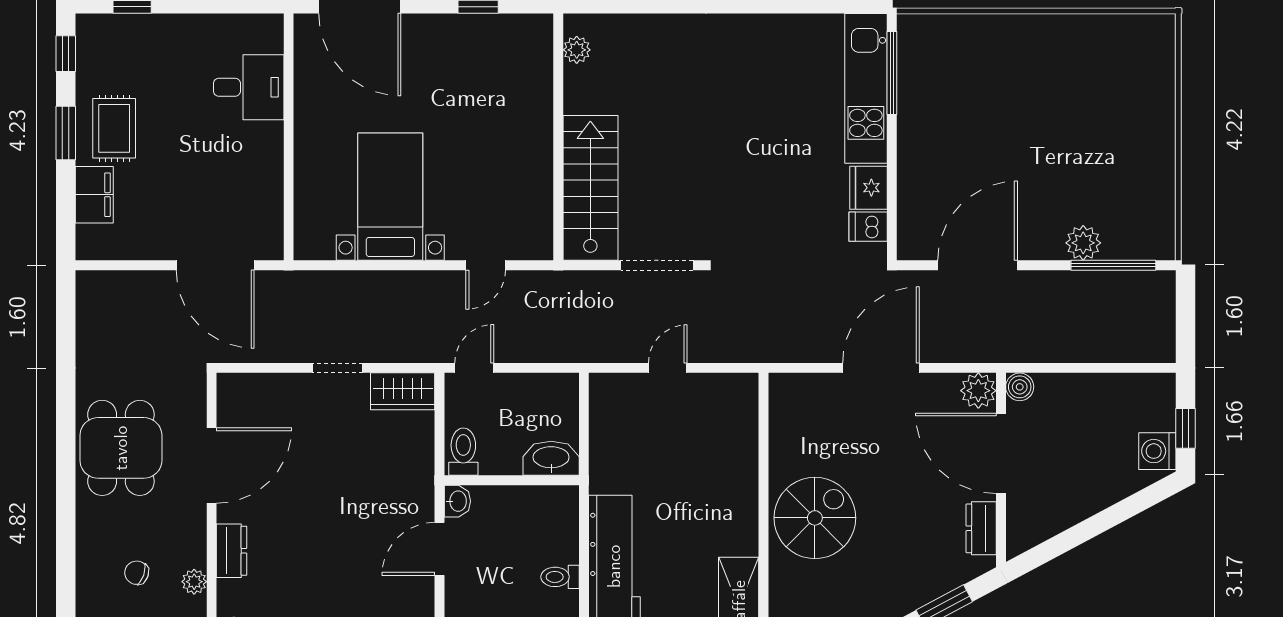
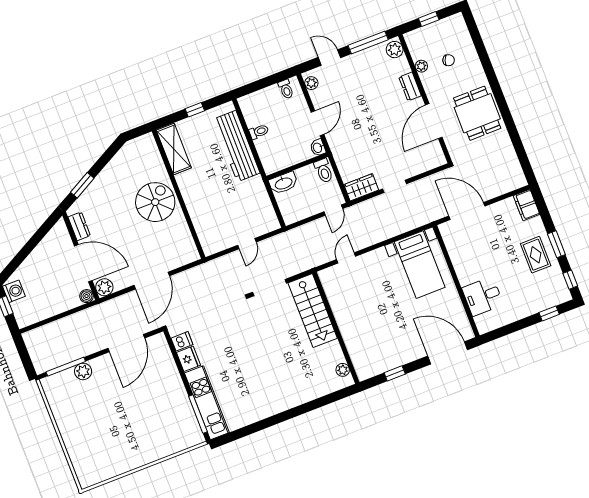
filing cabinet: (94, 195) -> (527, 205), moved
bed with nightstands: (390, 197) -> (420, 265), moved
spiral stairs: (815, 518) -> (155, 202), turned 180

